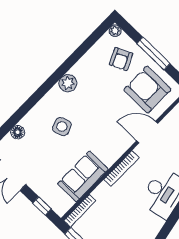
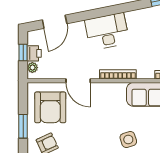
window: (153, 53) -> (23, 126), width x0.69

